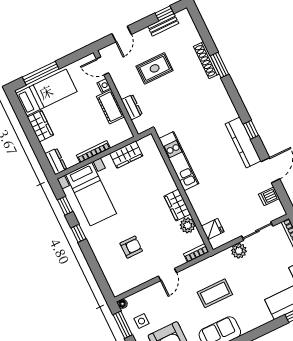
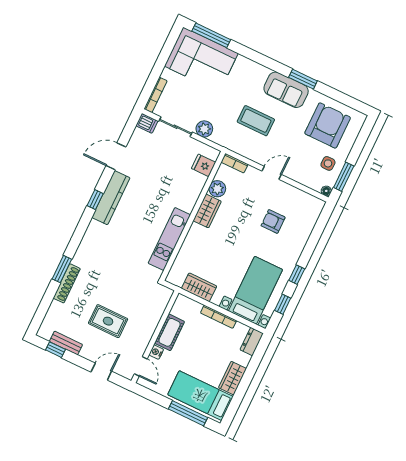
dresser: (132, 107) -> (156, 314), removed
dishwasher: (269, 196) -> (147, 123), moved

